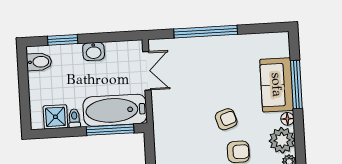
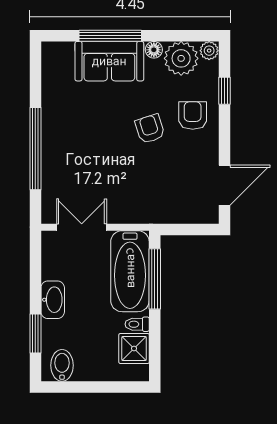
washbasin: (94, 51) -> (53, 300), width x1.38

